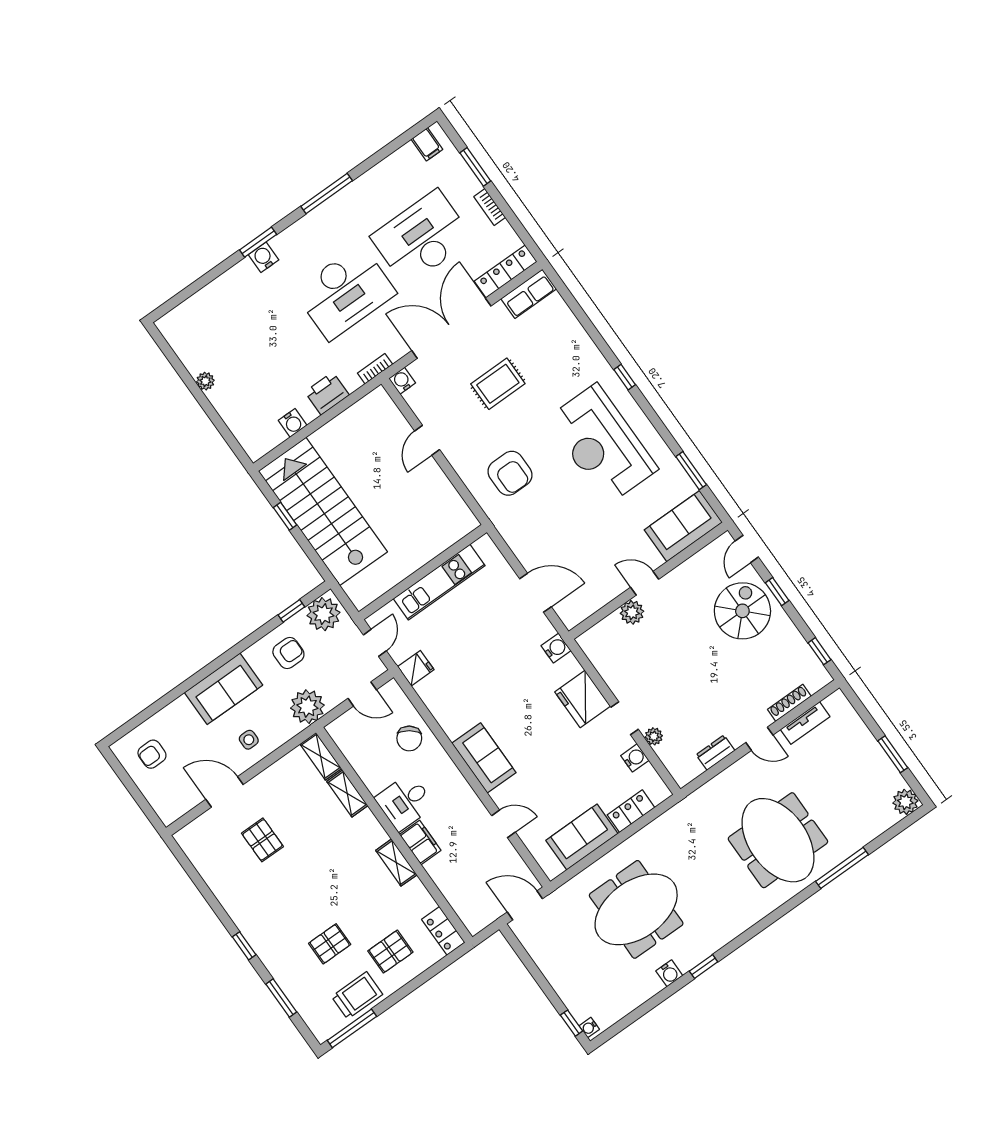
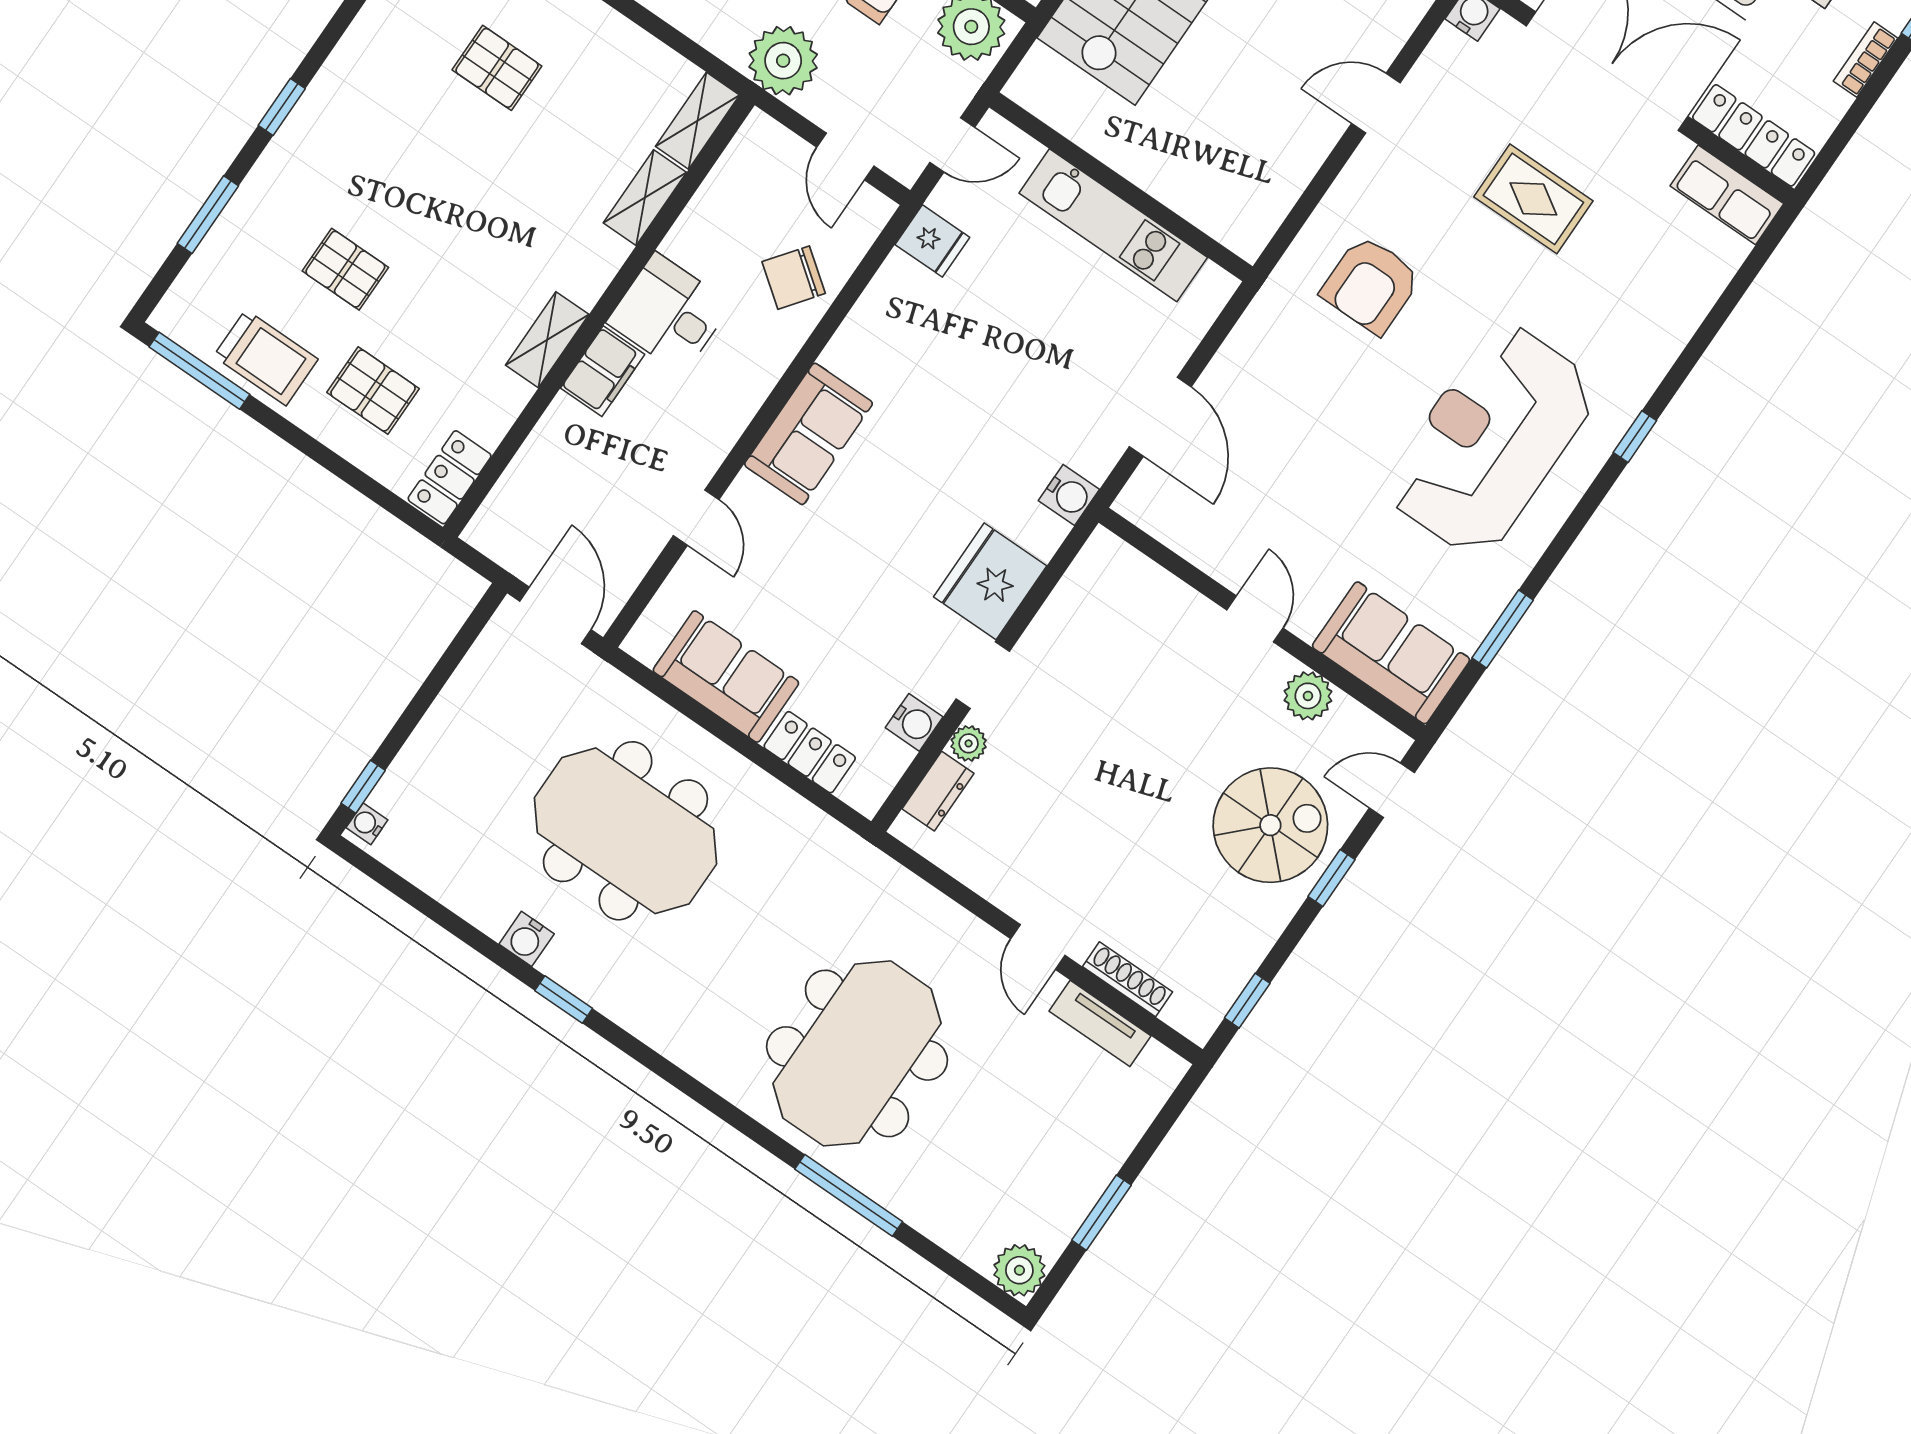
plant: (632, 612) -> (1308, 696), moved
dresser: (715, 753) -> (938, 791), moved, turned 90
pallet: (262, 840) -> (497, 68), turned 90

